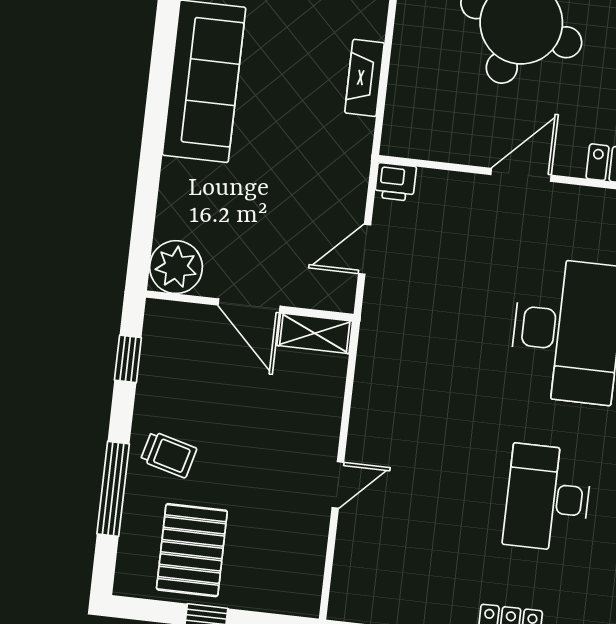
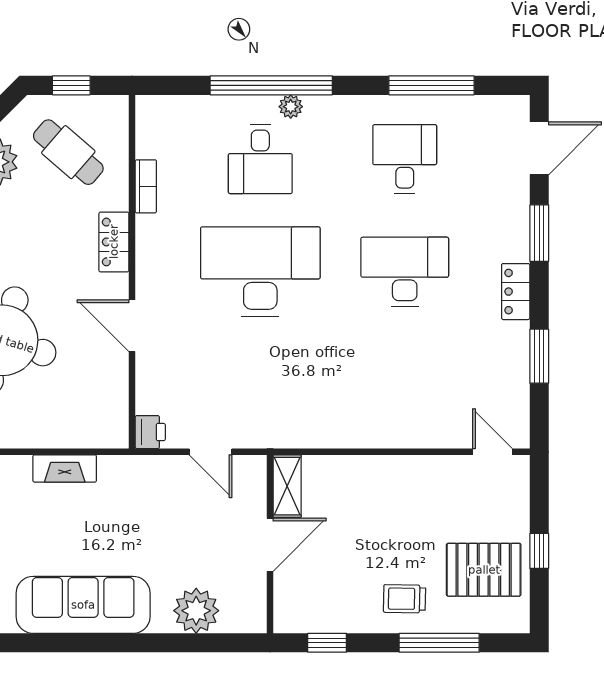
plant: (176, 267) -> (196, 611), moved
trolley: (169, 454) -> (404, 599), turned -104
door: (338, 485) -> (493, 452), moved
desk: (548, 498) -> (405, 272), turned 180

